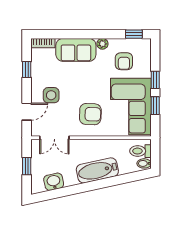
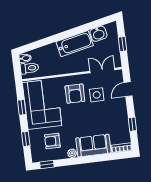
armchair: (124, 61) -> (52, 141), turned -90
window: (155, 80) -> (26, 139), moved
side table: (51, 95) -> (97, 95), moved
armchair: (90, 114) -> (75, 94), turned -92
bathtub: (97, 170) -> (75, 44), moved

